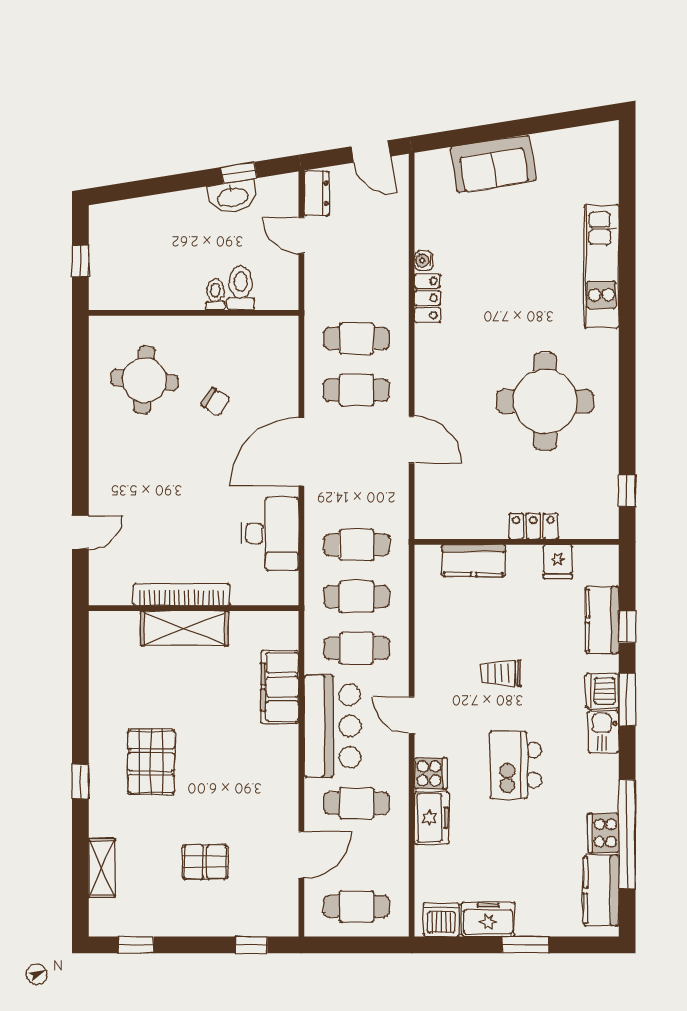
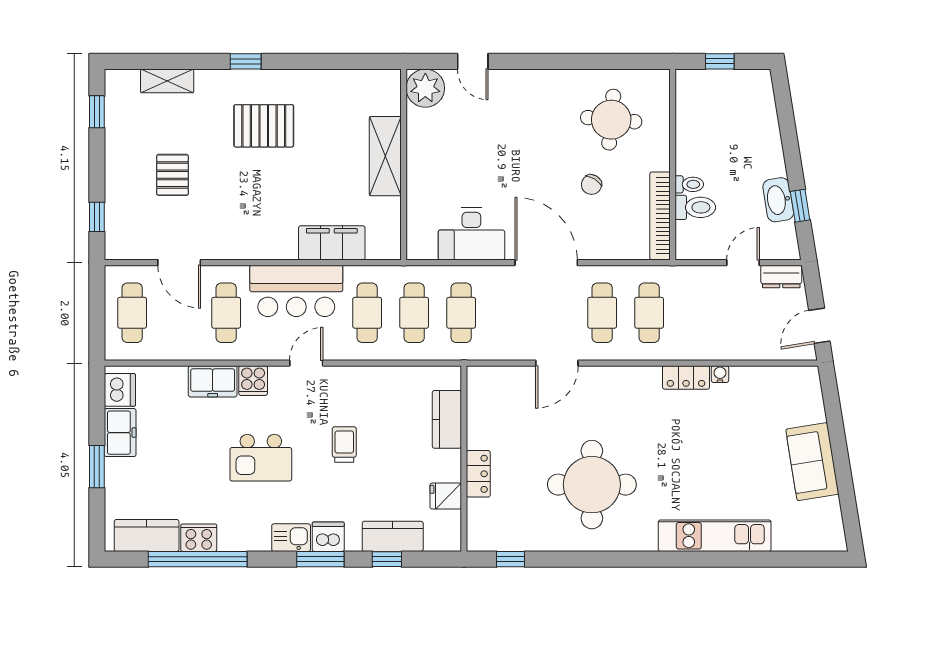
sofa: (493, 164) -> (812, 462), moved
plant: (110, 584) -> (425, 88), added
bookcase: (182, 594) -> (660, 216), moved, turned 180
kitchen island: (516, 765) -> (261, 458), turned 180

